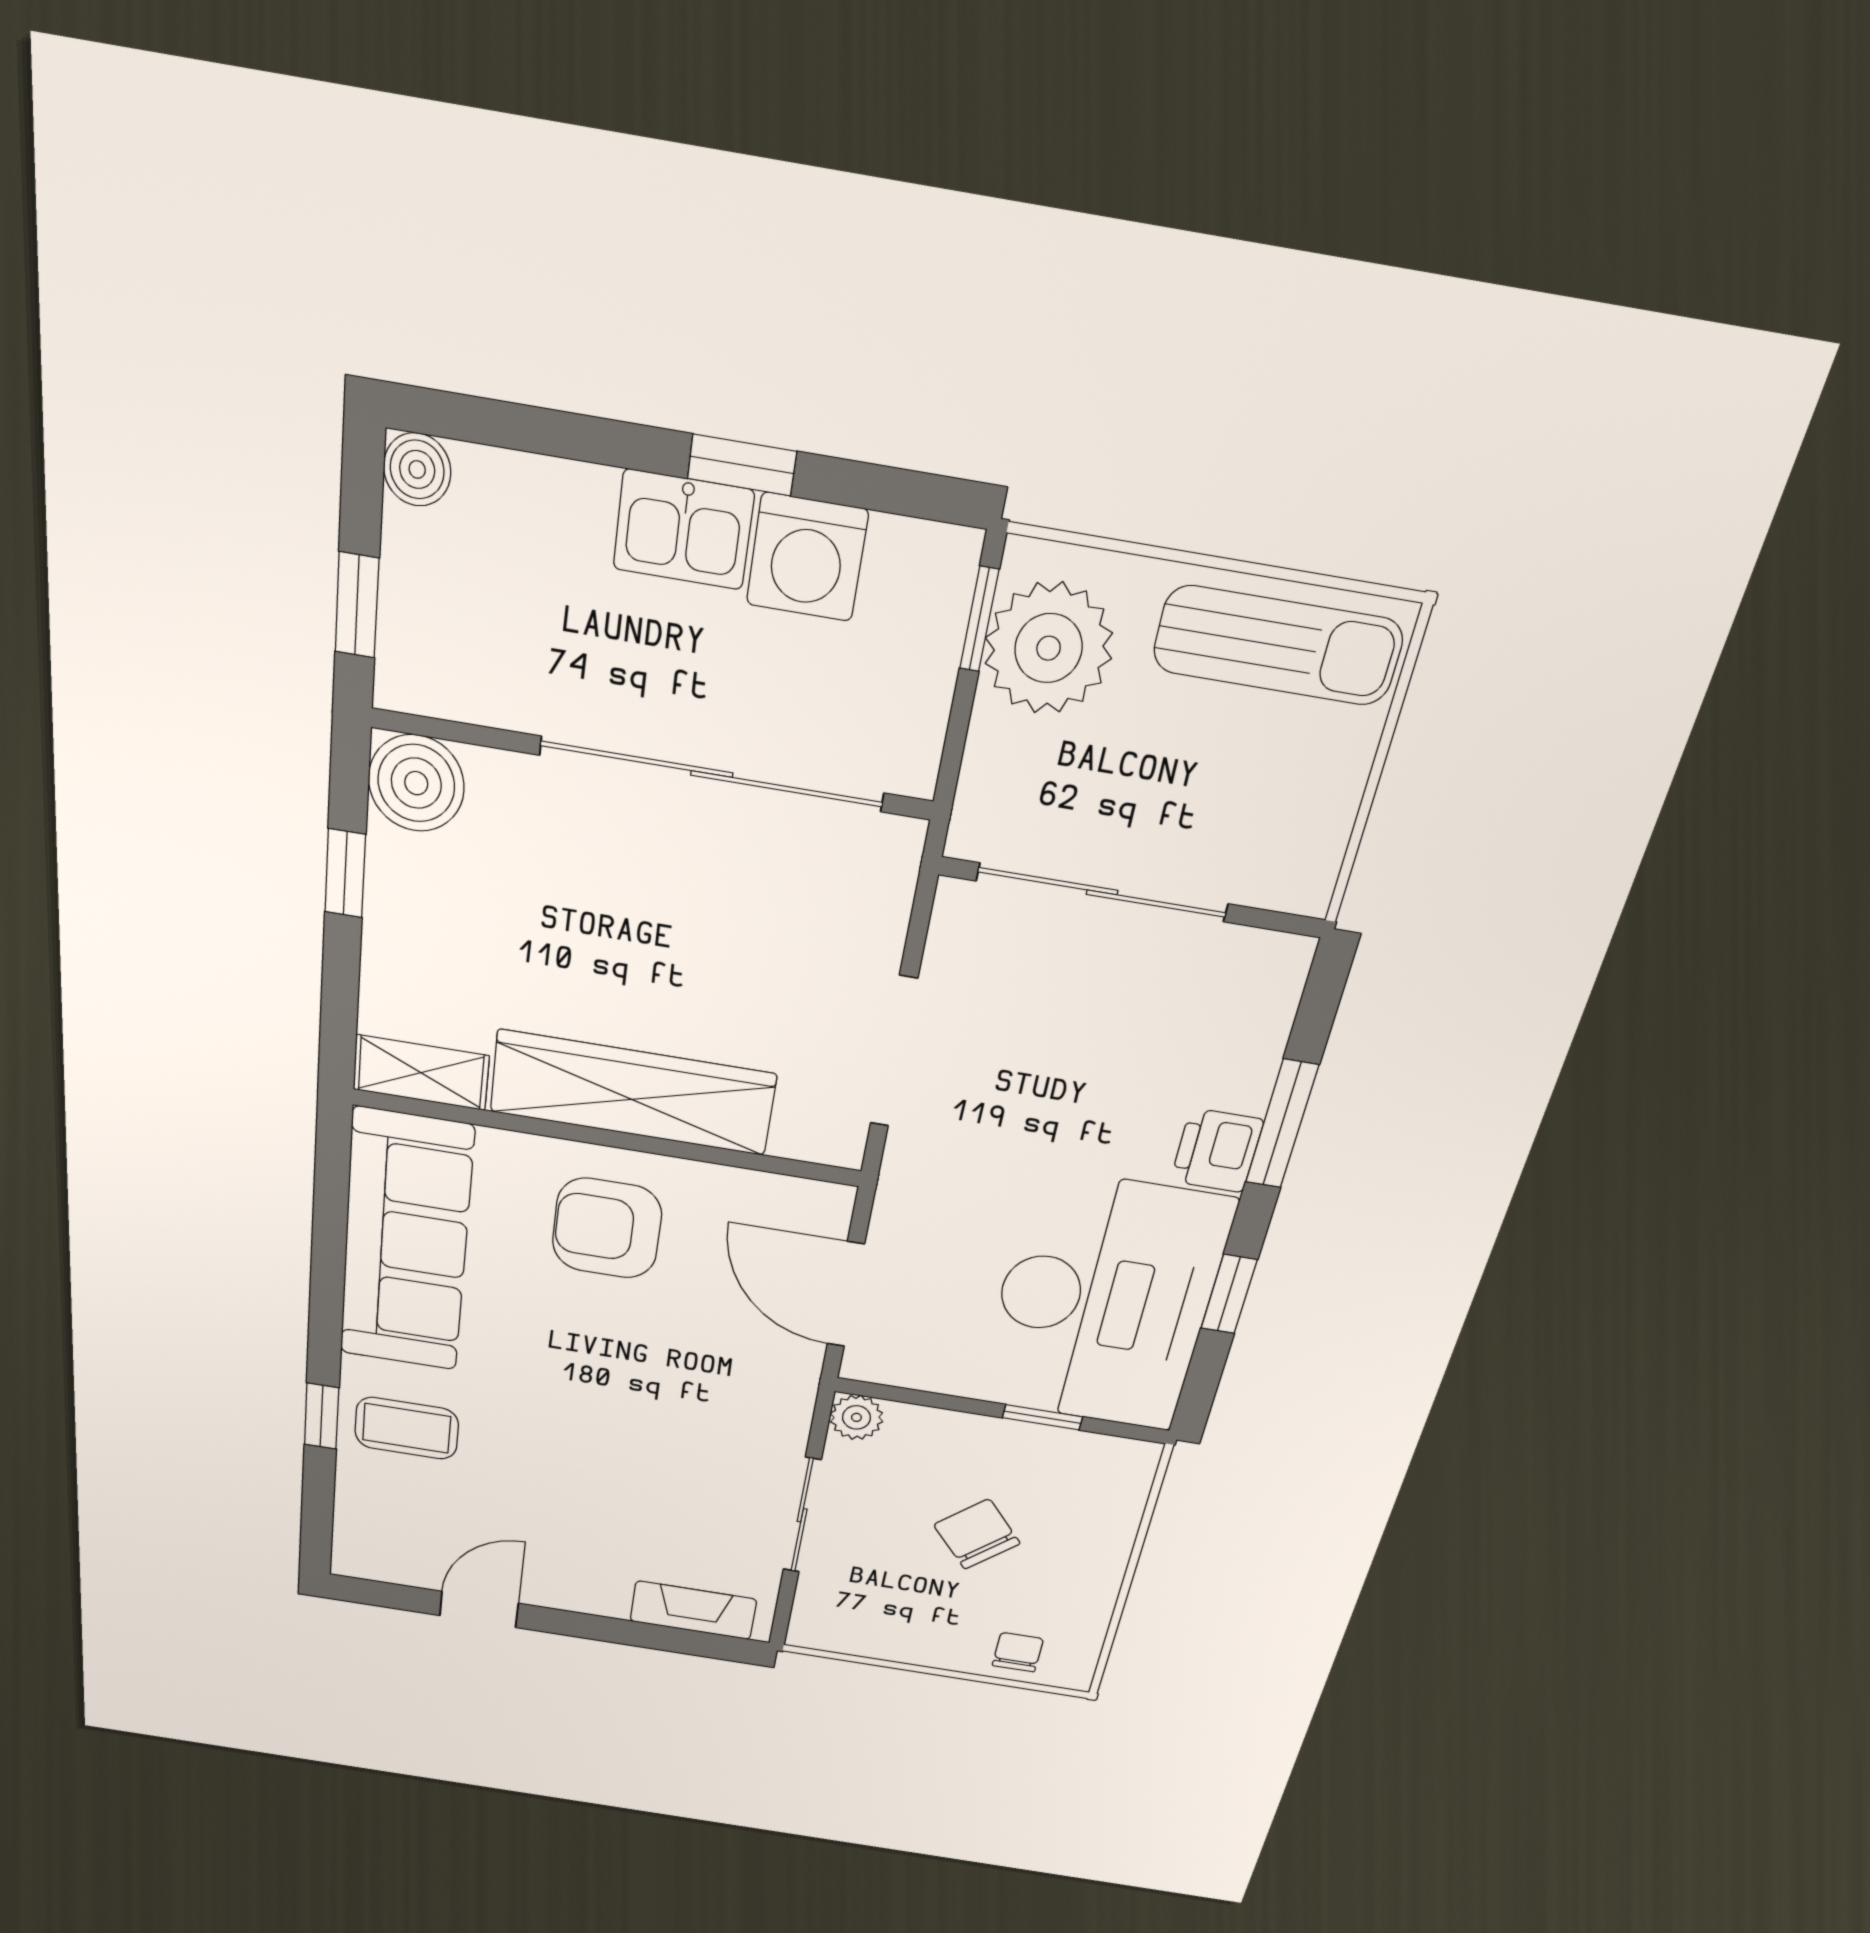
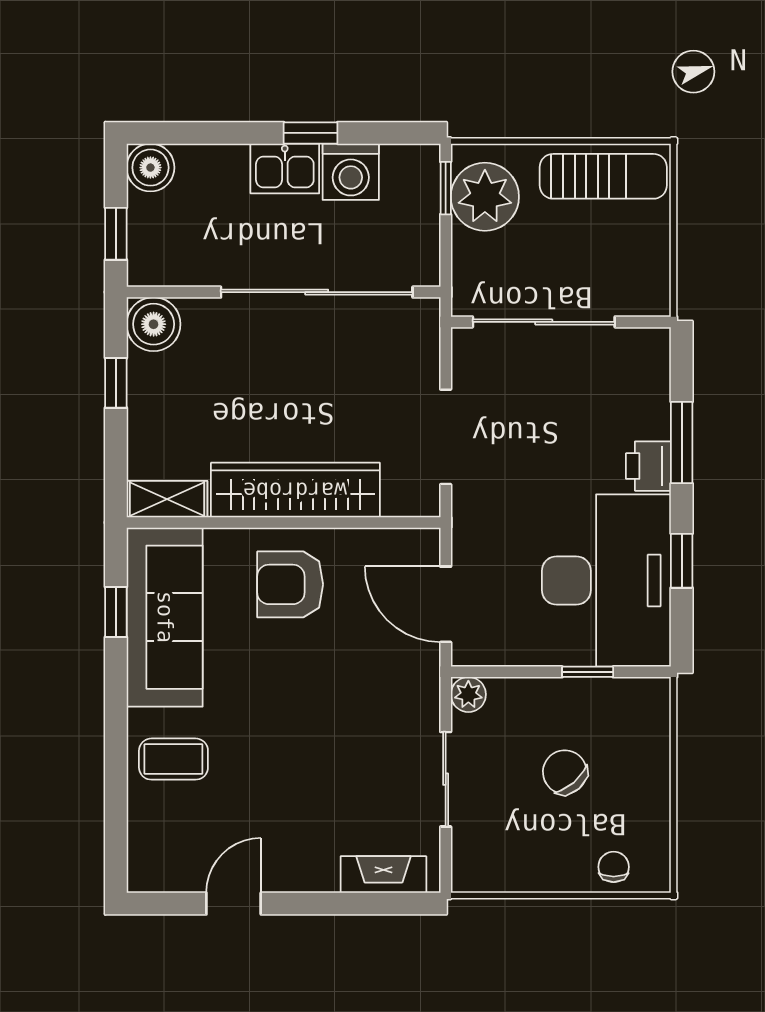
boiler: (417, 469) -> (150, 168), width x1.36, depth x1.36
window: (321, 1416) -> (116, 612), moved

